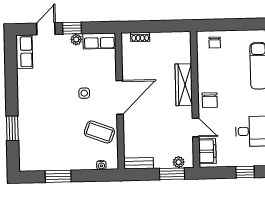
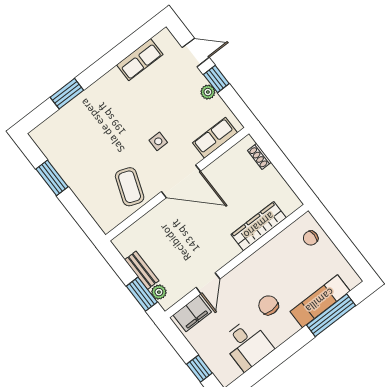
row of seats: (99, 41) -> (215, 138), moved, turned 90
row of seats: (24, 52) -> (140, 60), moved
wardrobe: (184, 85) -> (259, 226), moved
chair: (210, 100) -> (268, 305), moved, turned 90
bench: (139, 163) -> (142, 270), moved
water cooler: (101, 165) -> (97, 214), removed

